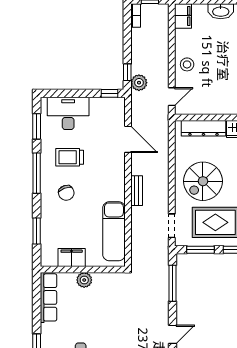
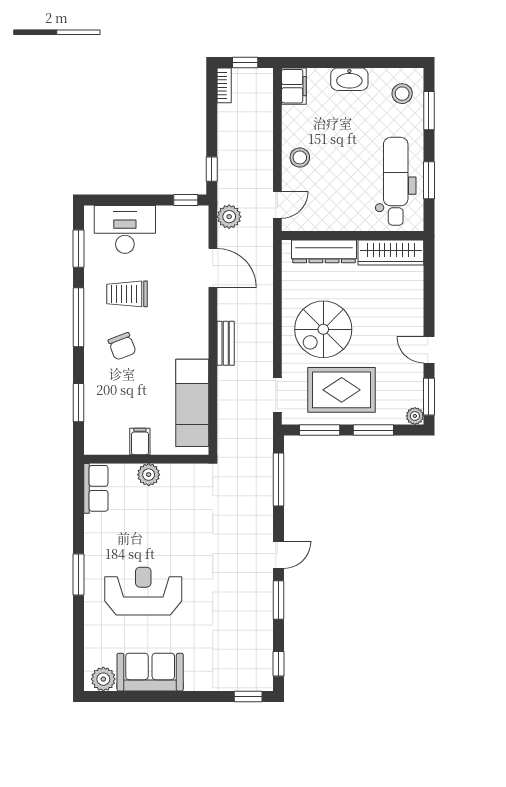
plant: (139, 83) -> (229, 217), moved
filing cabinet: (72, 257) -> (140, 441), width x0.50
row of seats: (48, 297) -> (96, 488), width x0.68

